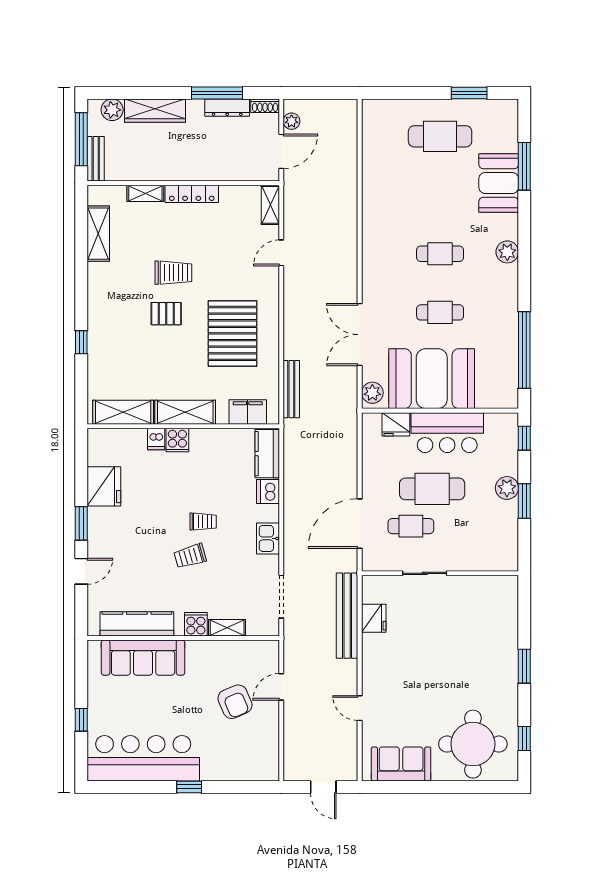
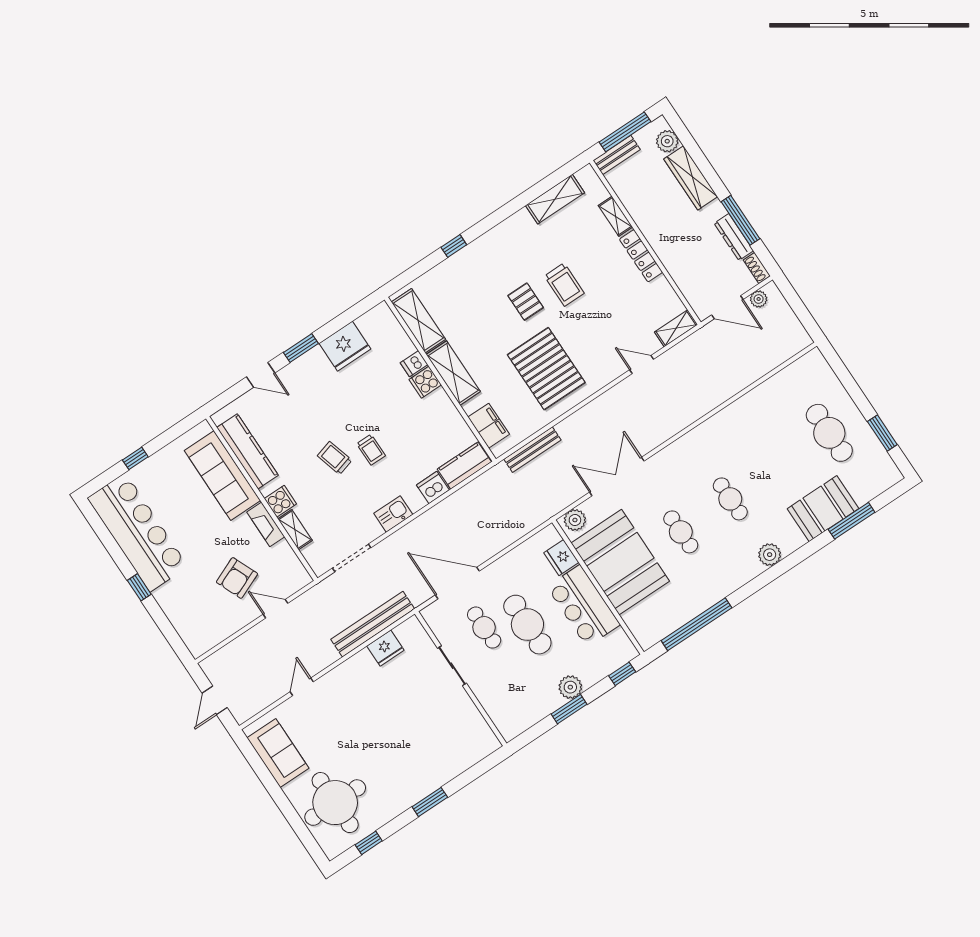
pallet: (232, 333) -> (546, 369), turned 90
fireplace: (207, 649) -> (266, 524), added

